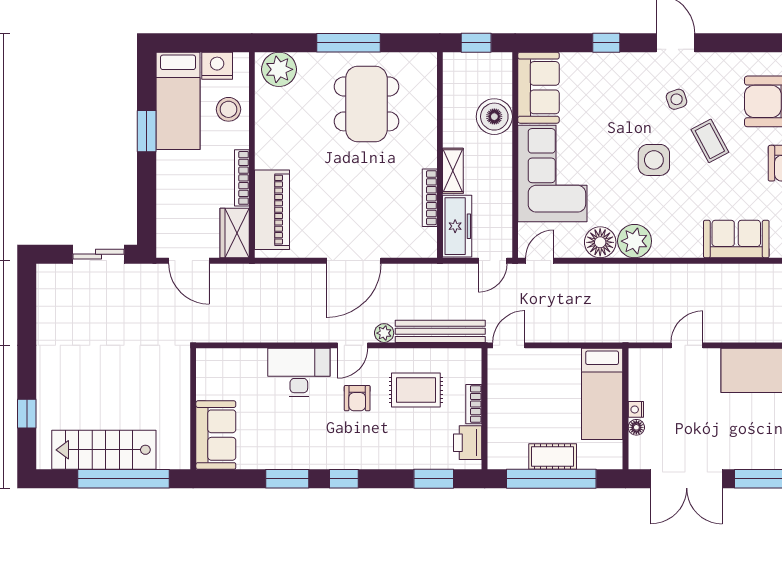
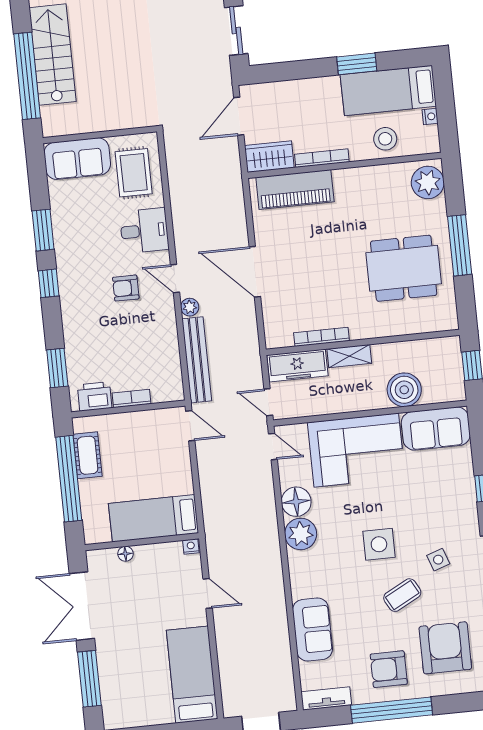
nightstand: (217, 66) -> (430, 116), width x0.53, depth x0.56
desk: (299, 372) -> (144, 231), width x0.73
rug: (416, 390) -> (134, 173), moved
nightstand: (636, 409) -> (191, 547), moved
cot: (553, 456) -> (88, 455), moved

